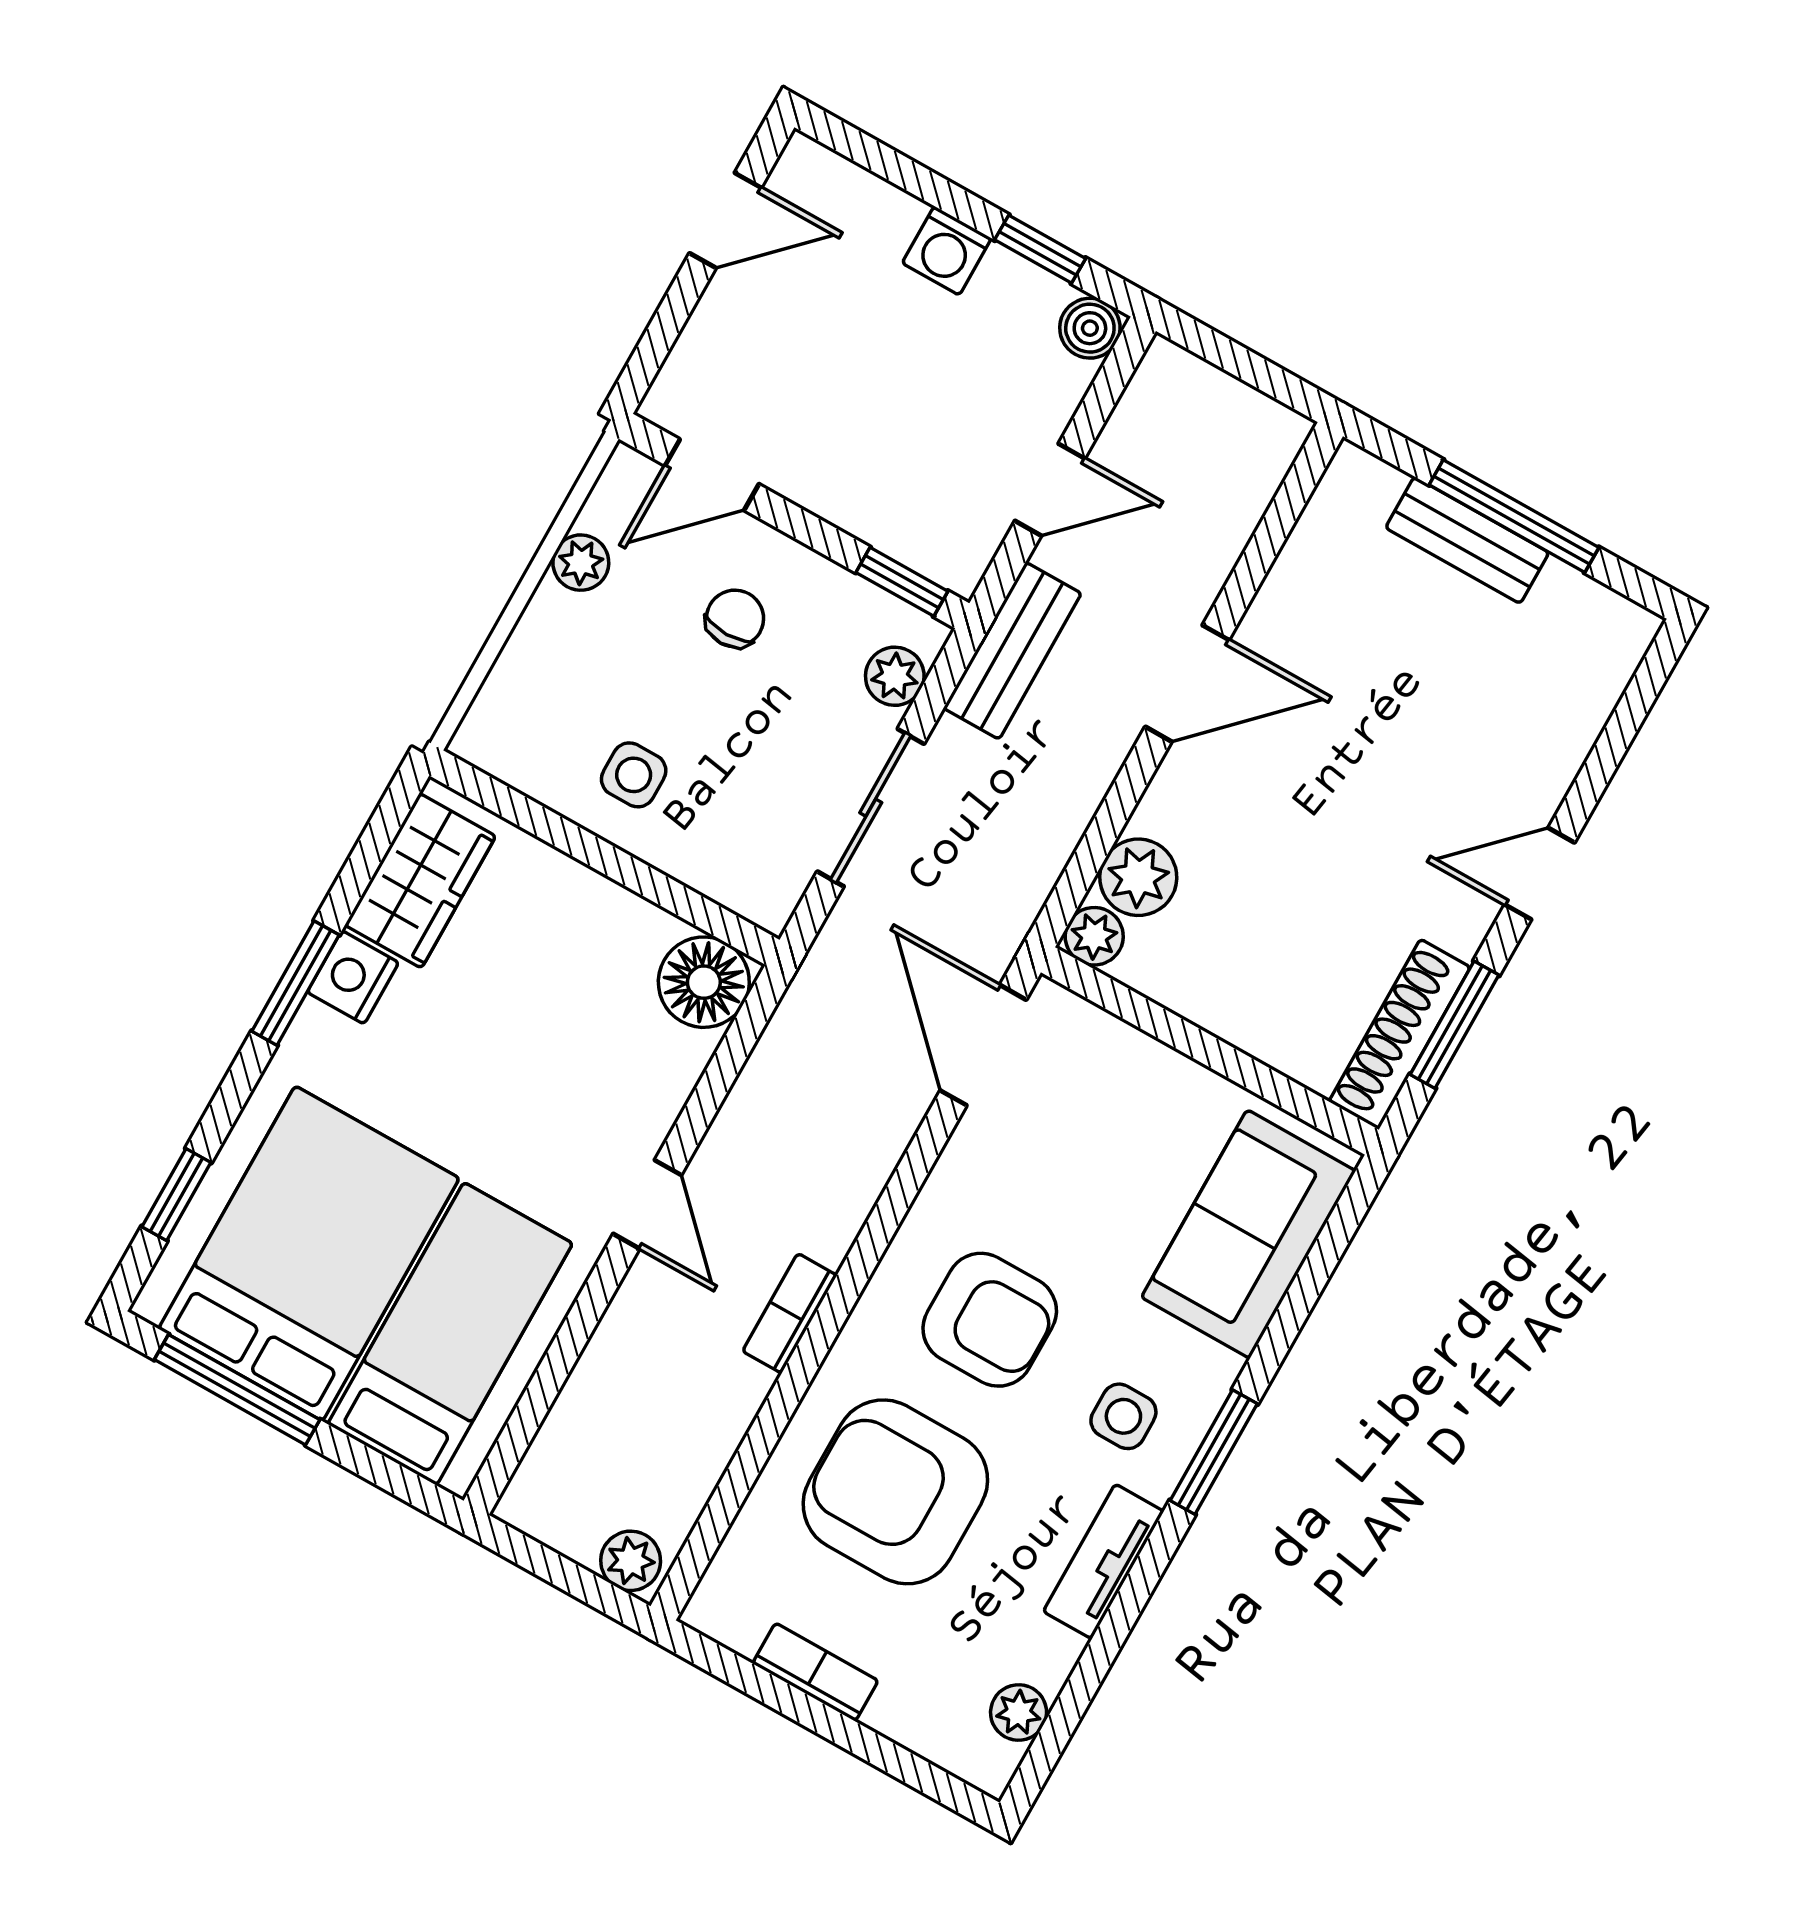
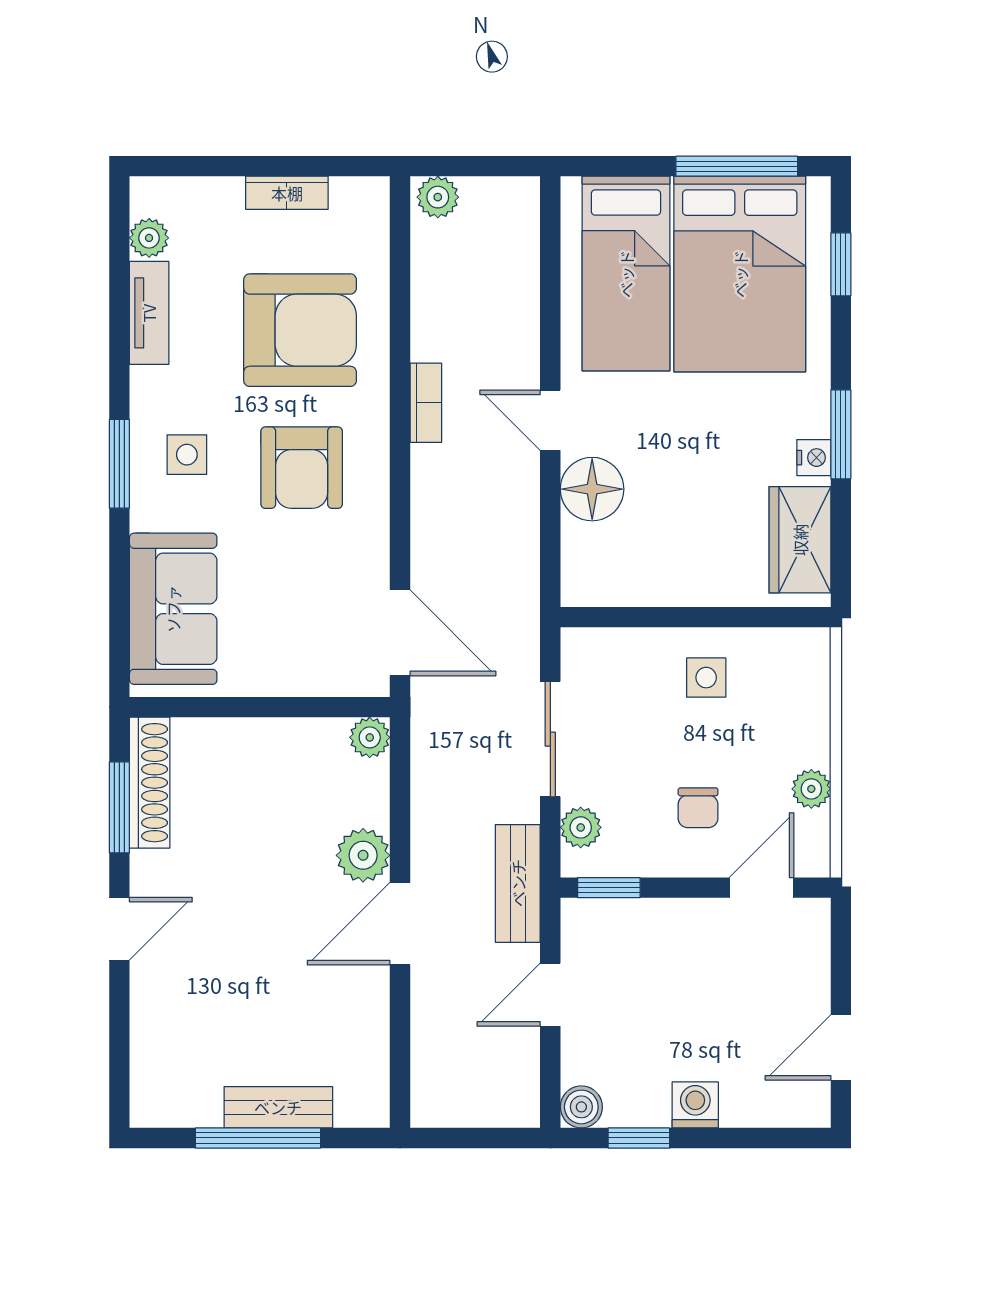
plant: (1138, 877) -> (363, 855), moved
nightstand: (353, 977) -> (814, 458), width x0.72, depth x0.74
floor lamp: (704, 982) -> (592, 489), moved
armchair: (990, 1320) -> (302, 468), turned -90
tv unit: (1104, 1561) -> (149, 313), moved

